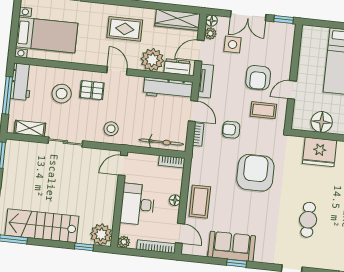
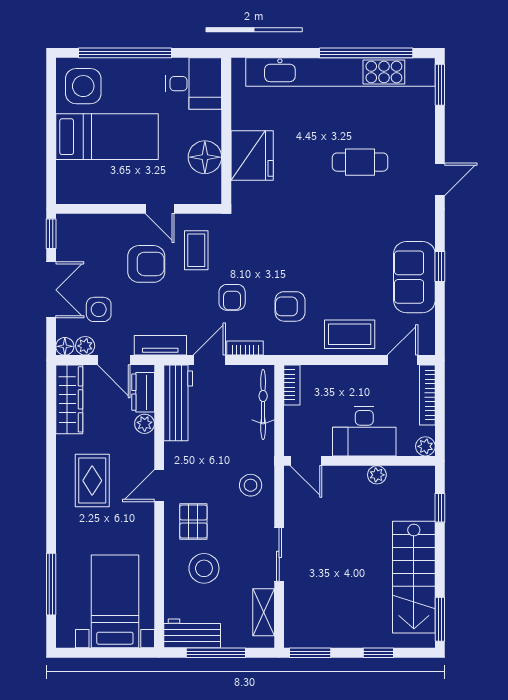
plant: (152, 60) -> (145, 424), width x0.53, depth x0.53
armchair: (255, 173) -> (290, 306), moved, width x0.53, depth x0.53
floor lamp: (175, 200) -> (352, 373), removed
plant: (101, 234) -> (377, 475), moved, width x0.53, depth x0.53

